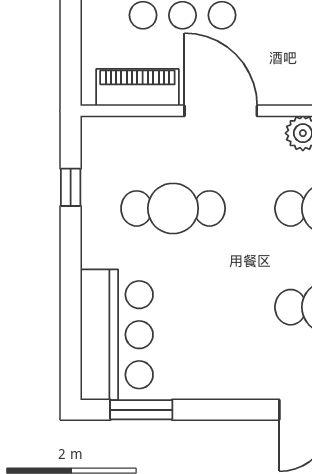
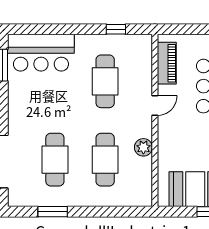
door: (221, 111) -> (155, 106), width x0.53

